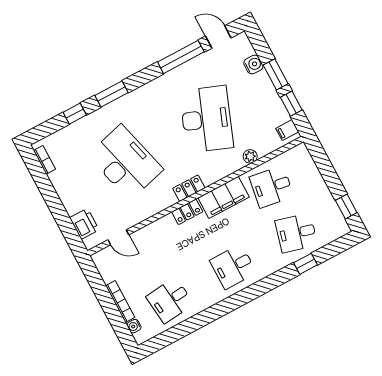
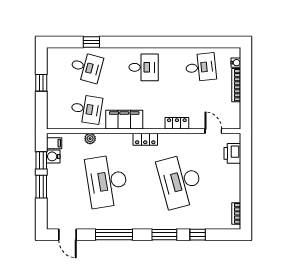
window: (181, 57) -> (114, 235), moved
water cooler: (253, 65) -> (53, 156), moved
desk: (206, 119) -> (107, 181), turned -30
window: (346, 206) -> (41, 83), moved
locker: (187, 212) -> (177, 123), moved

